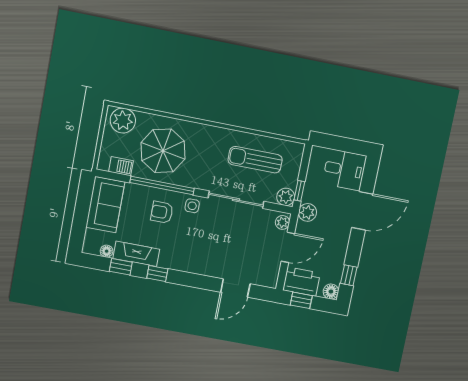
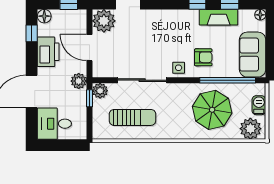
barbecue: (121, 166) -> (259, 105), moved, turned 90
window: (162, 186) -> (228, 80), moved
plant: (282, 222) -> (104, 21), moved, width x1.87, depth x1.87
door: (288, 247) -> (89, 48), hinge flipped
floor lamp: (107, 251) -> (260, 15), moved
printer: (301, 282) -> (48, 52), moved, turned -90

